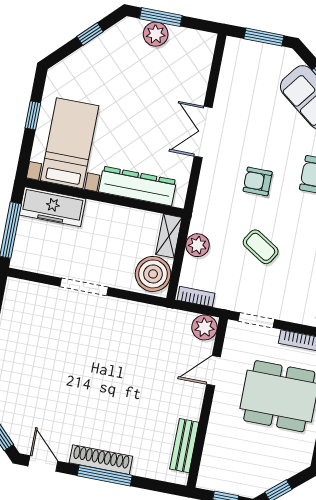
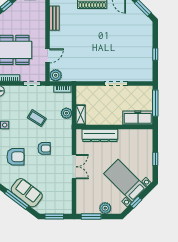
window: (161, 17) -> (91, 217), moved
bed with nightstands: (70, 143) -> (125, 181), moved, turned 135
boiler: (153, 274) -> (85, 96), removed

